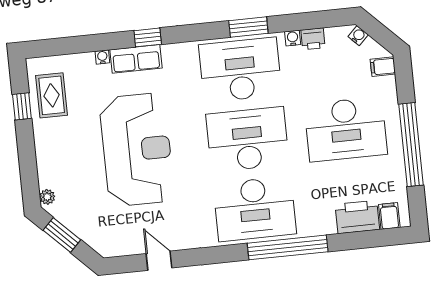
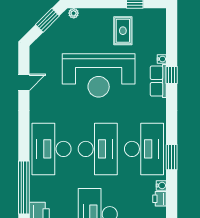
window: (148, 37) -> (172, 75), moved
rug: (52, 95) -> (123, 31), moved, turned 90
window: (288, 247) -> (24, 187), moved

